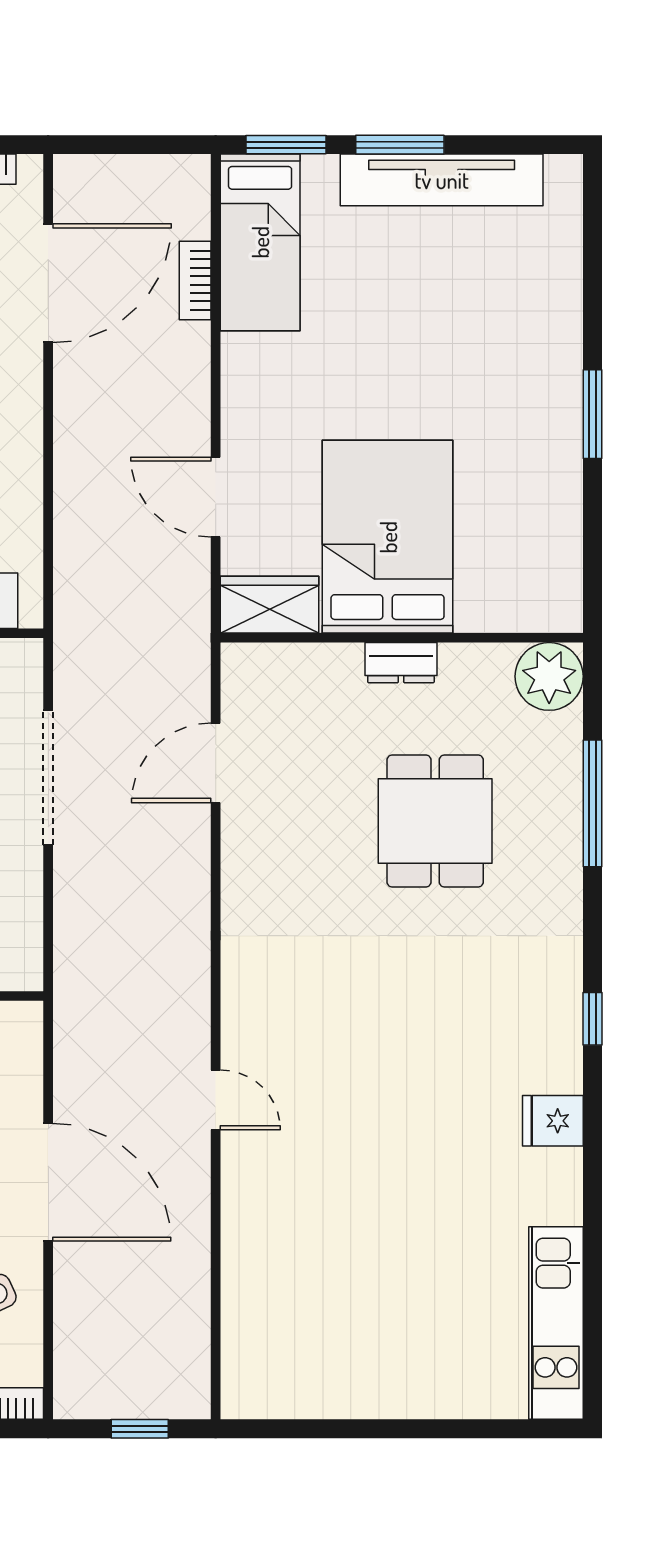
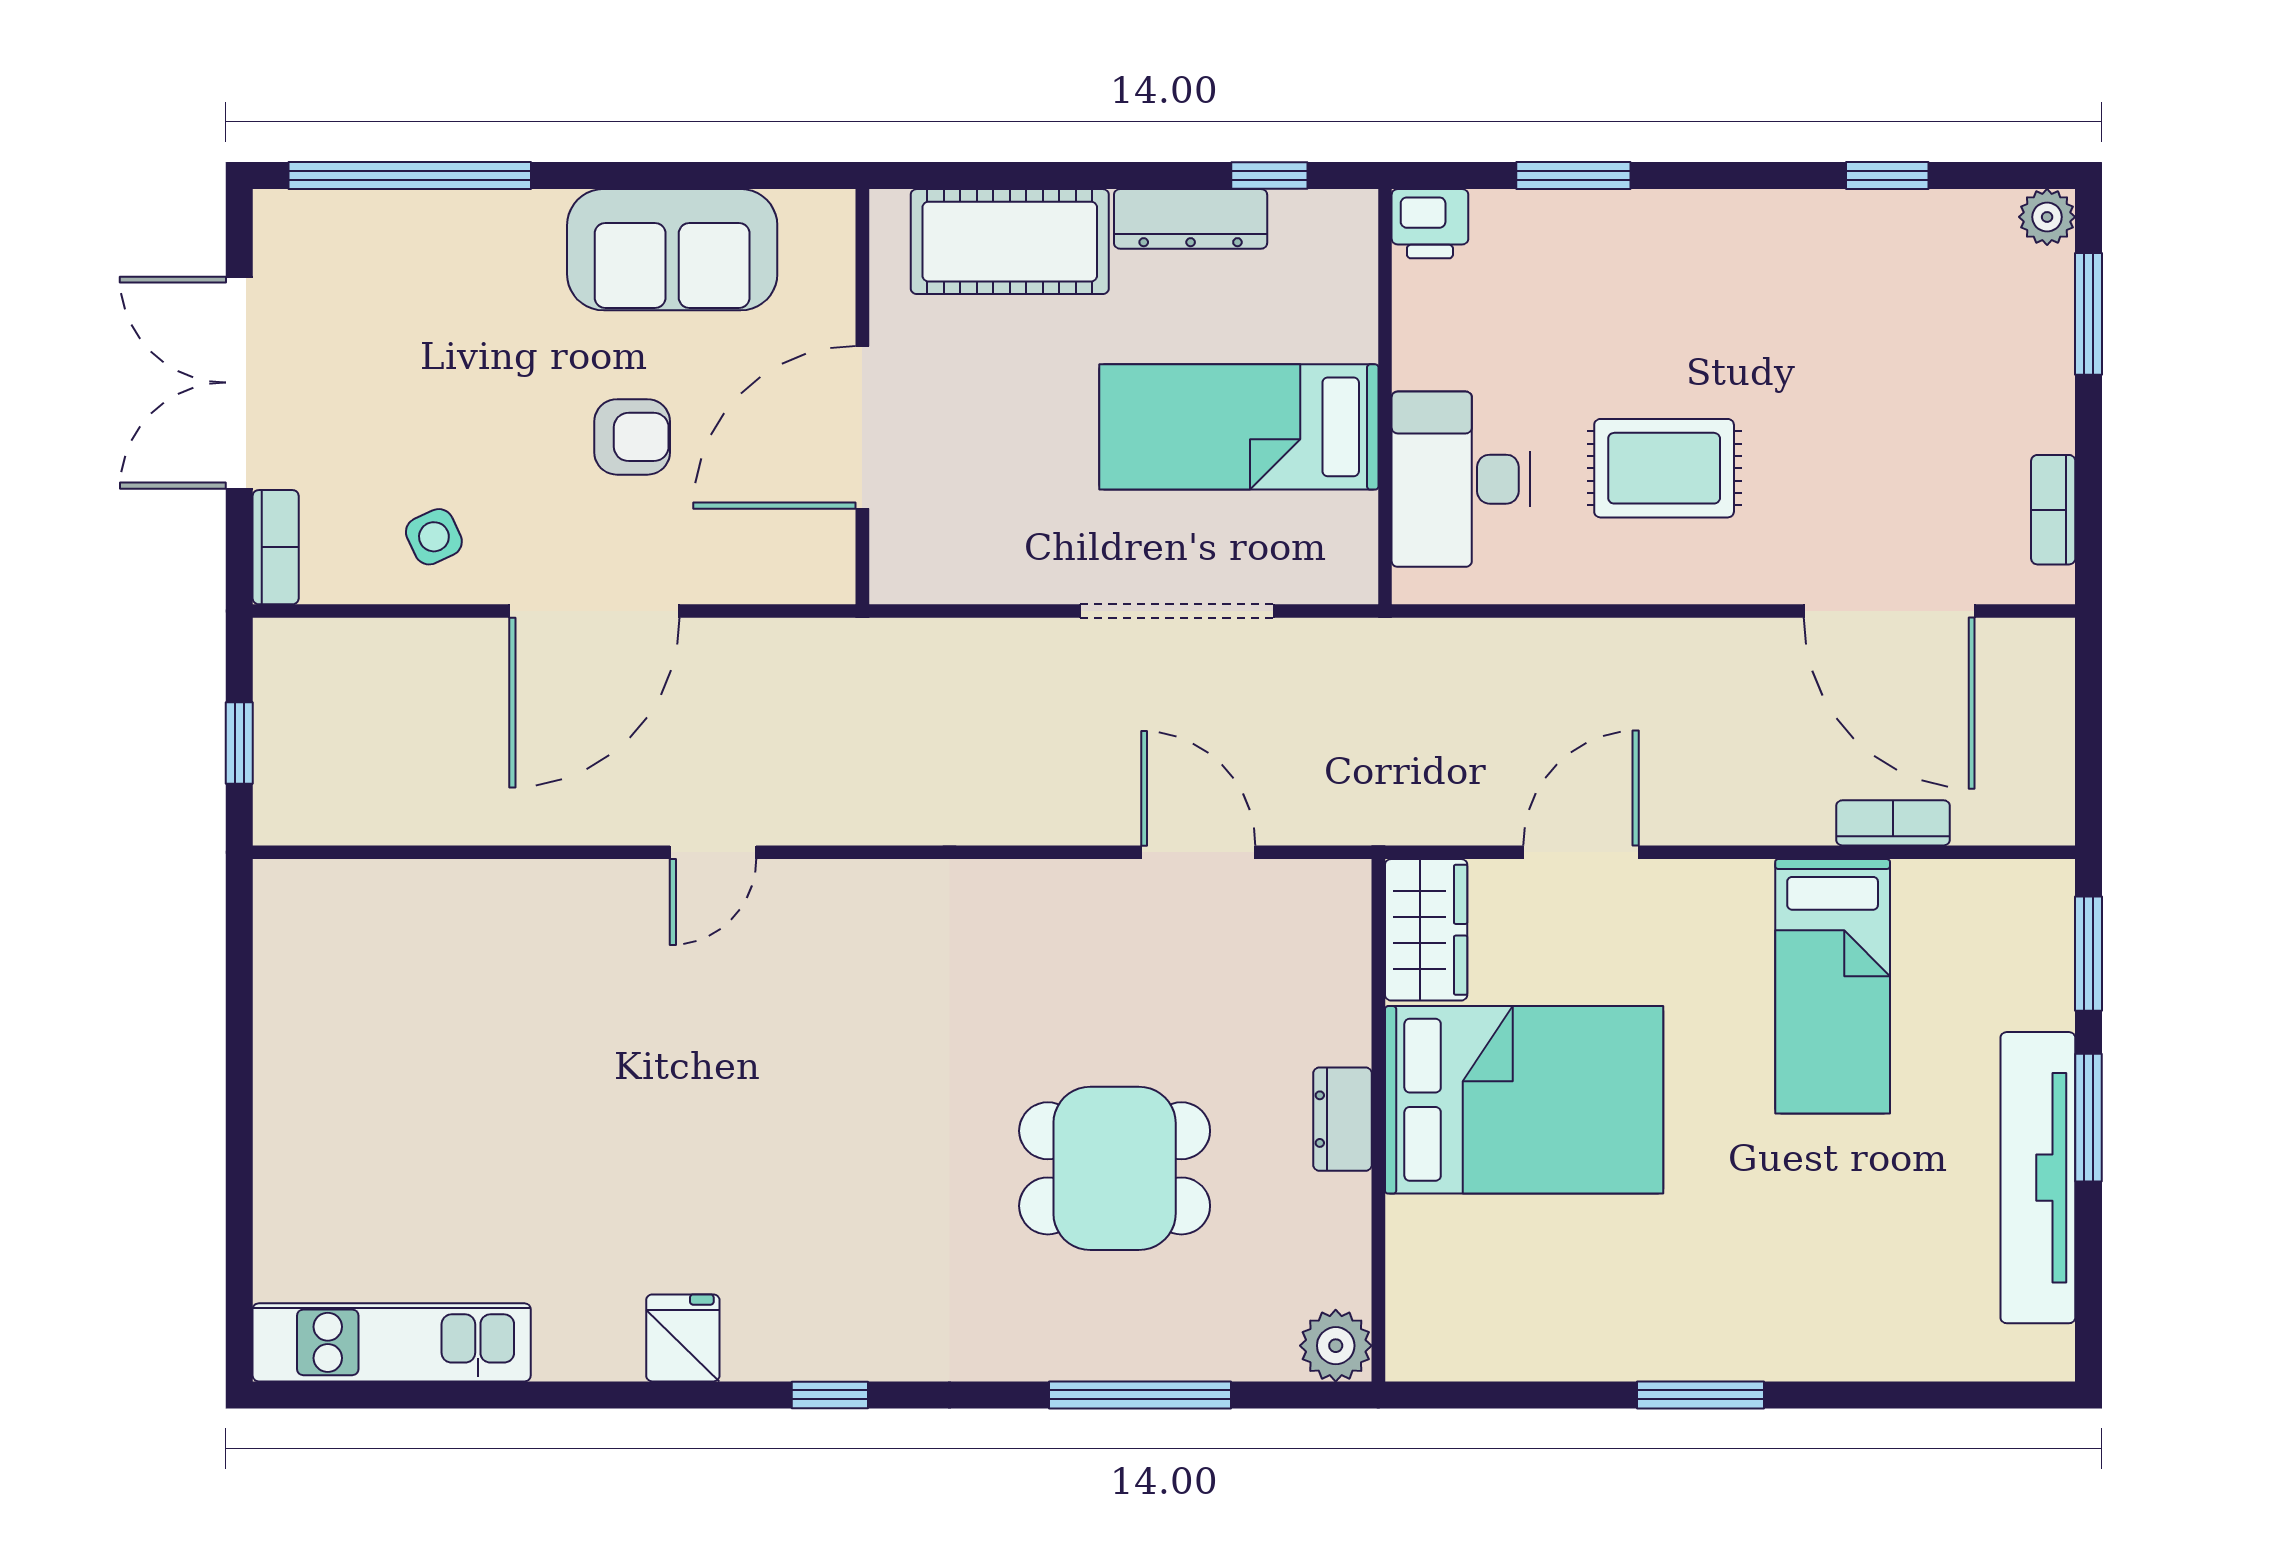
bed: (260, 242) -> (1833, 986), moved, turned -90
plant: (549, 676) -> (1336, 1346), width x0.73, depth x0.73

